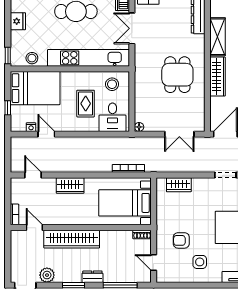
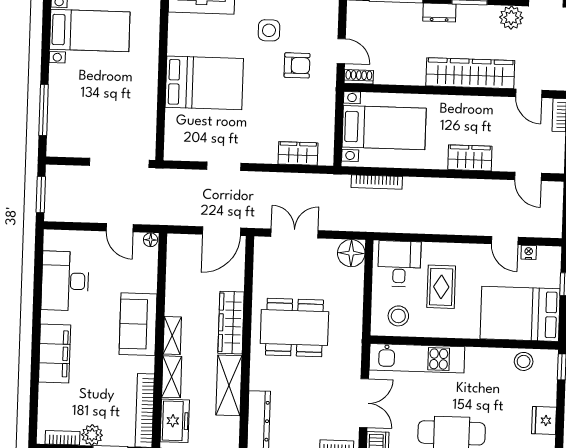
kitchen unit: (89, 58) -> (417, 358), width x0.73
dining table: (177, 75) -> (294, 328), width x1.38
floor lamp: (139, 127) -> (351, 253), width x1.89, depth x1.89
door: (154, 263) -> (341, 51), moved

